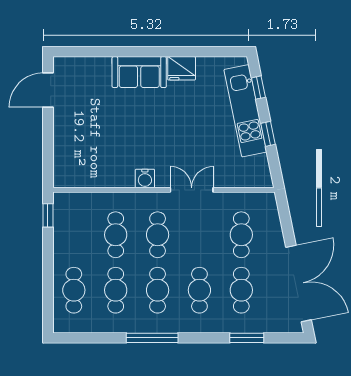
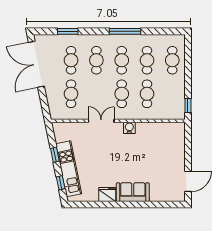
double door: (192, 190) -> (101, 121), swing flipped

